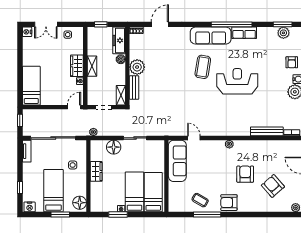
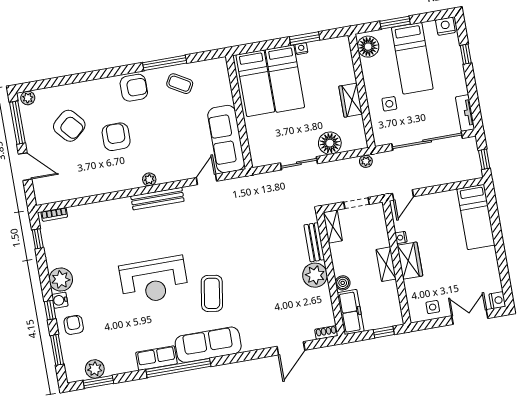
bench: (267, 131) -> (157, 199), moved
door: (194, 138) -> (207, 179), swing flipped
armchair: (245, 174) -> (116, 137), turned 180

